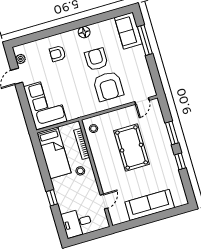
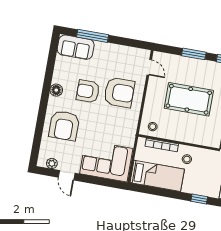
armchair: (58, 54) -> (64, 126), width x1.88, depth x1.88

